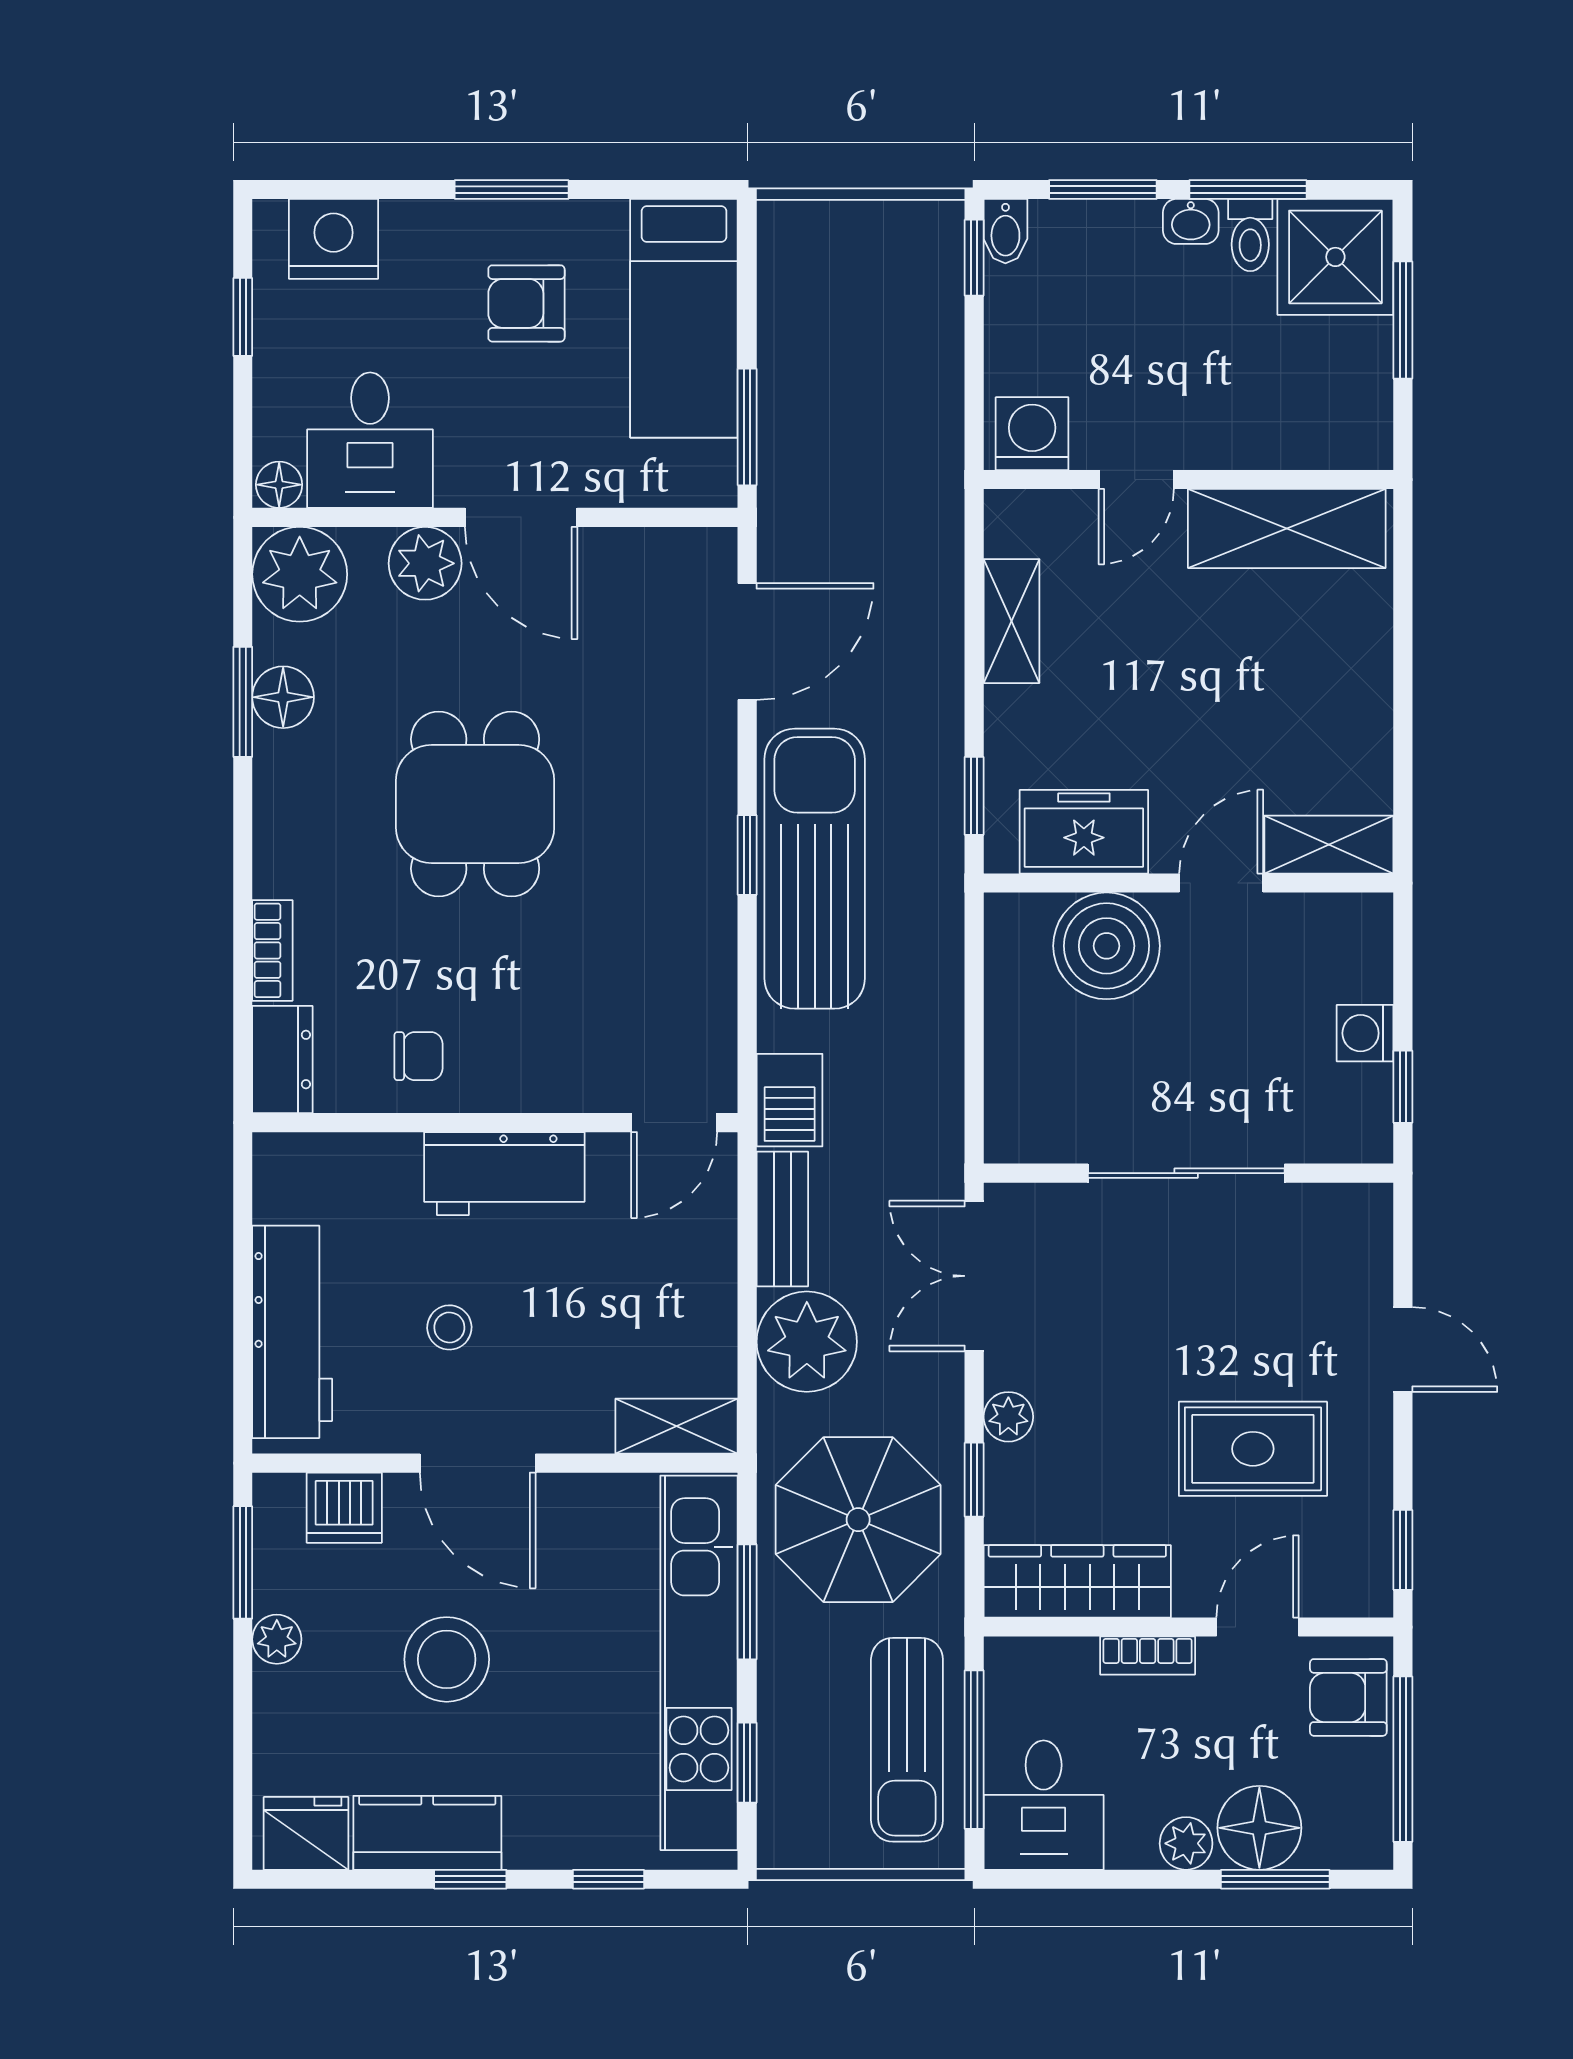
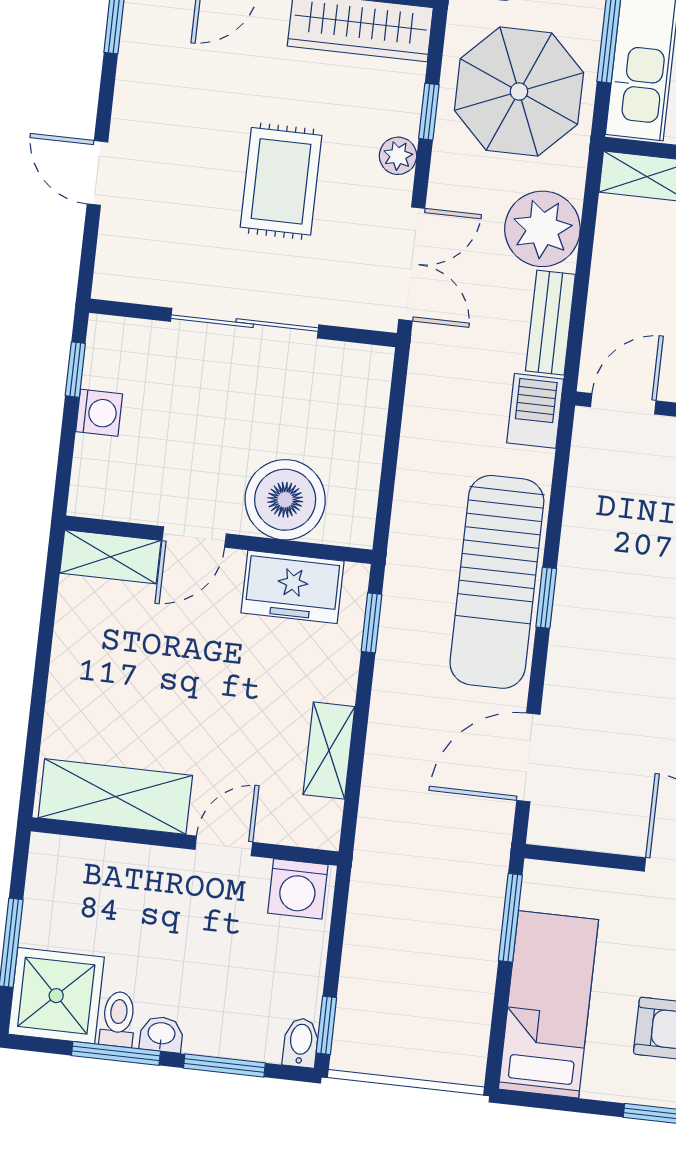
rug: (1253, 1449) -> (281, 181), moved, turned 90

